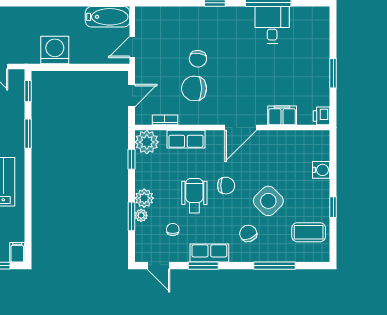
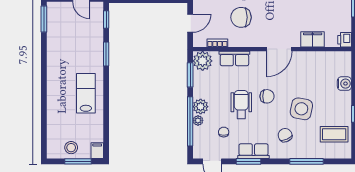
window: (131, 159) -> (190, 75), width x1.50
side table: (268, 201) -> (301, 109), turned -34
window: (131, 216) -> (190, 121), width x2.11

